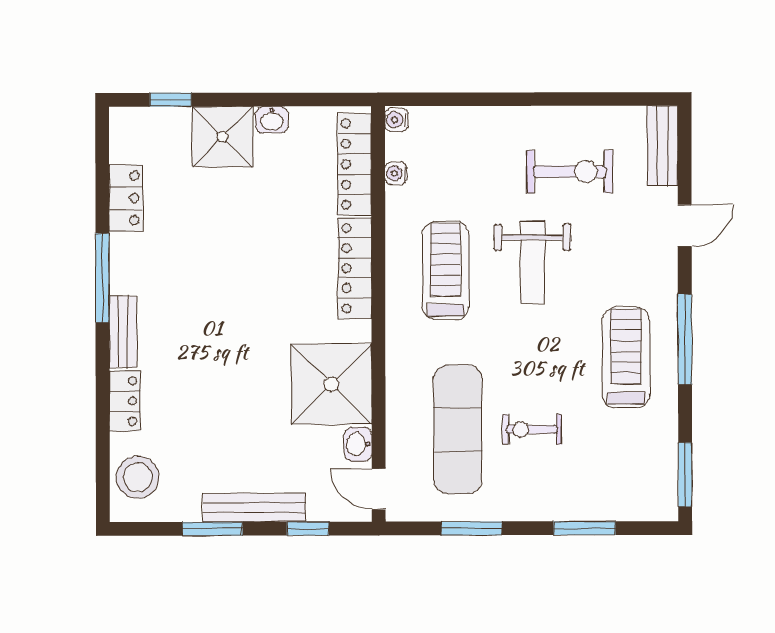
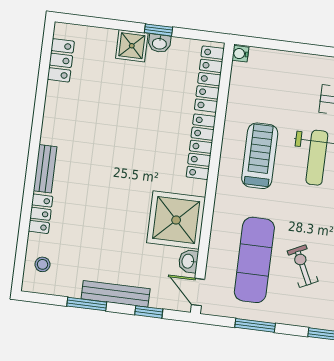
window: (171, 100) -> (159, 30), moved
shower: (222, 137) -> (132, 46), width x0.73, depth x0.73
water cooler: (396, 173) -> (236, 88), removed
locker: (126, 198) -> (61, 60), moved
window: (102, 278) -> (36, 132), removed
exercise bike: (532, 429) -> (303, 266), turned 64
stool: (138, 477) -> (42, 264), width x0.53, depth x0.53

